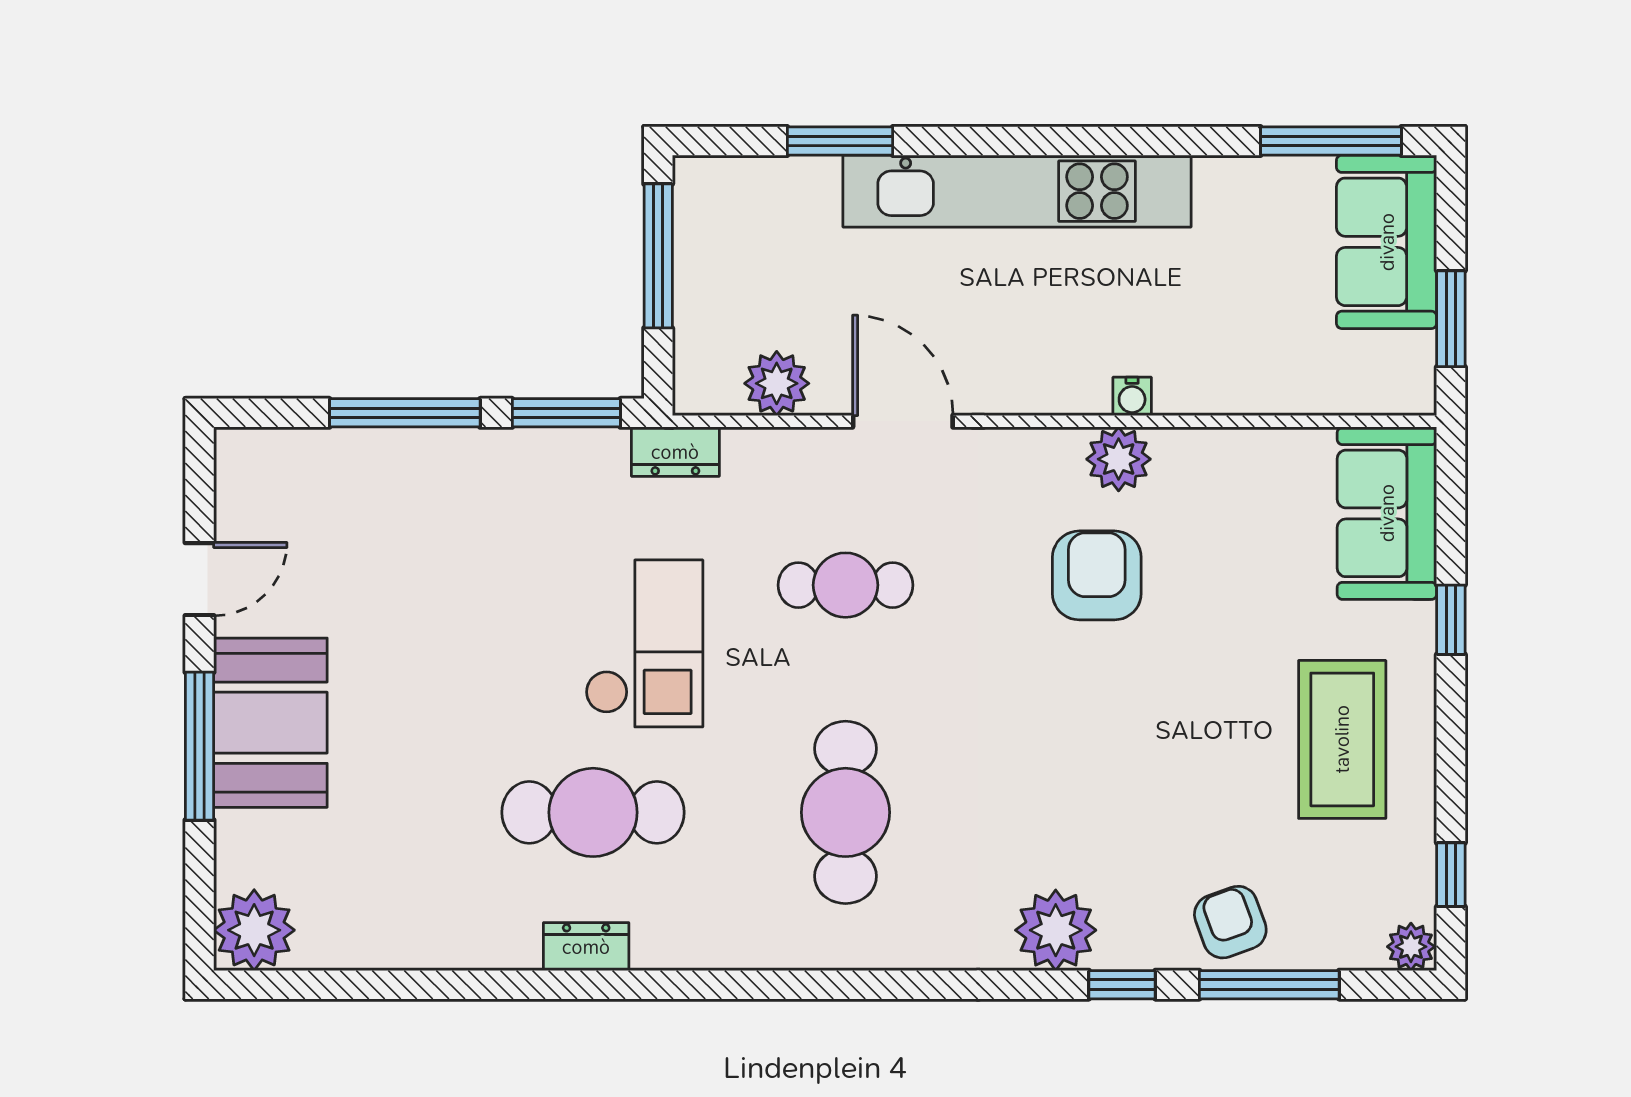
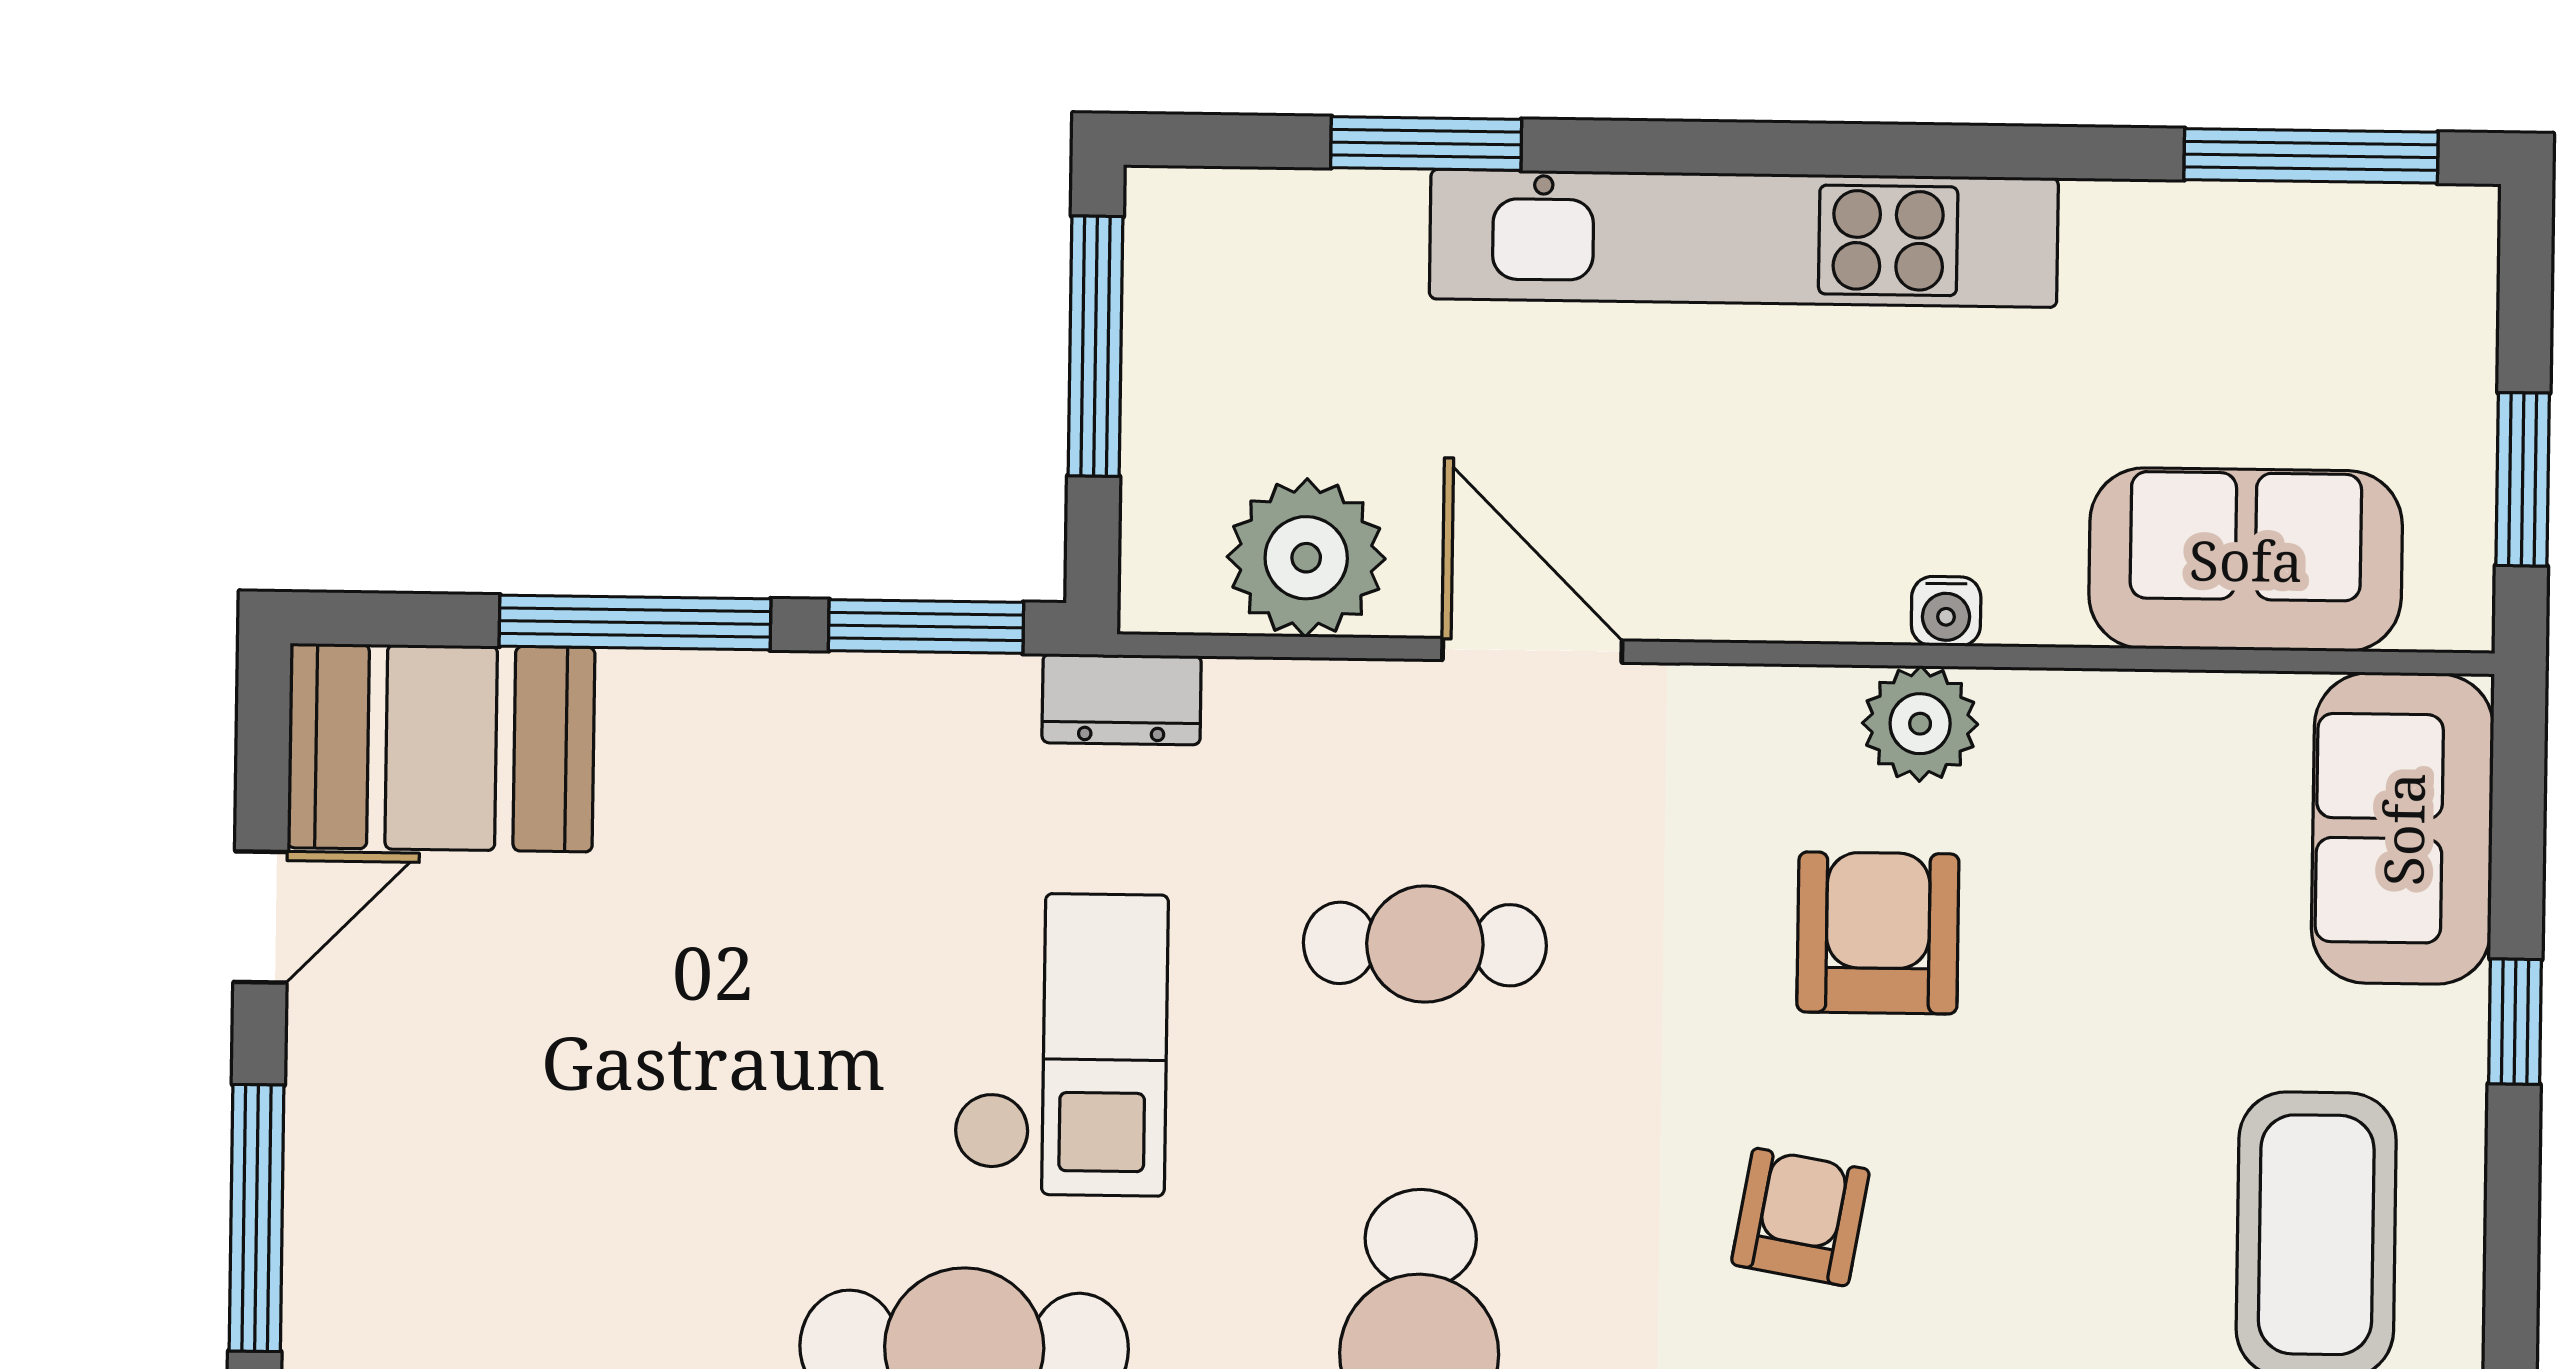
sofa: (1387, 242) -> (2246, 560), moved, turned 90
plant: (777, 383) -> (1306, 558), width x1.36, depth x1.36
booth: (270, 723) -> (441, 748), moved, turned 90
armchair: (1056, 734) -> (1800, 1217), added

